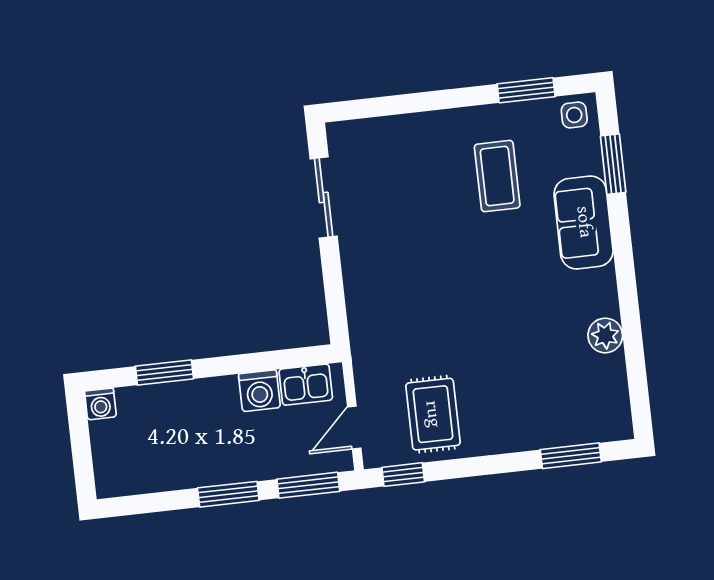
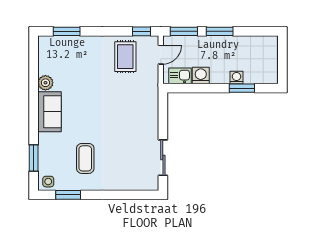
sofa: (584, 222) -> (49, 112), moved
washing machine: (100, 404) -> (236, 78), moved

